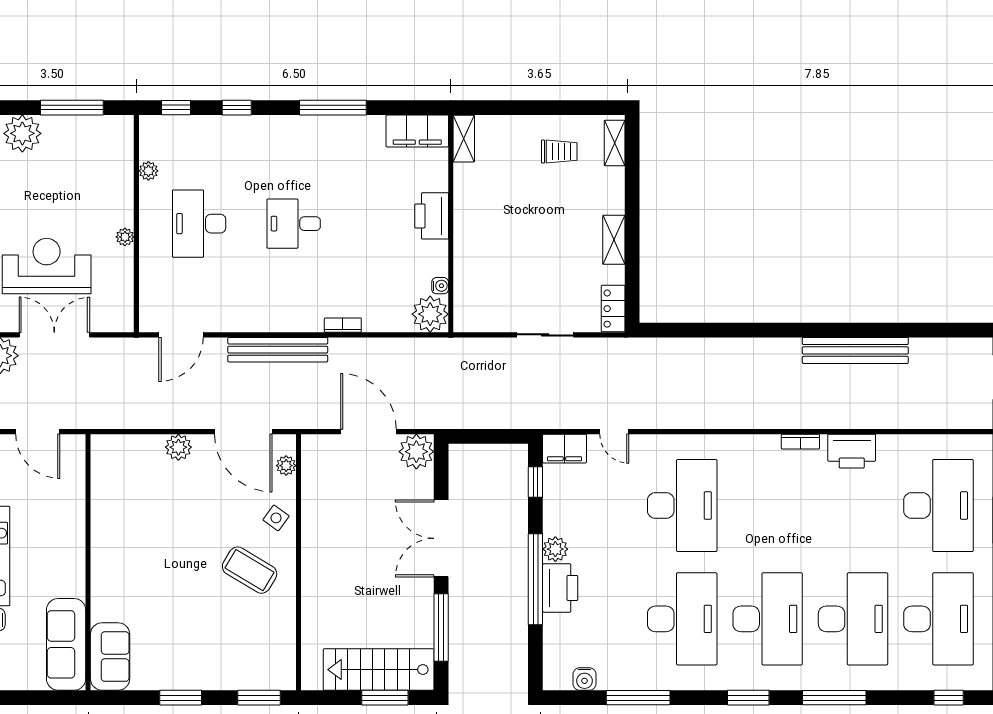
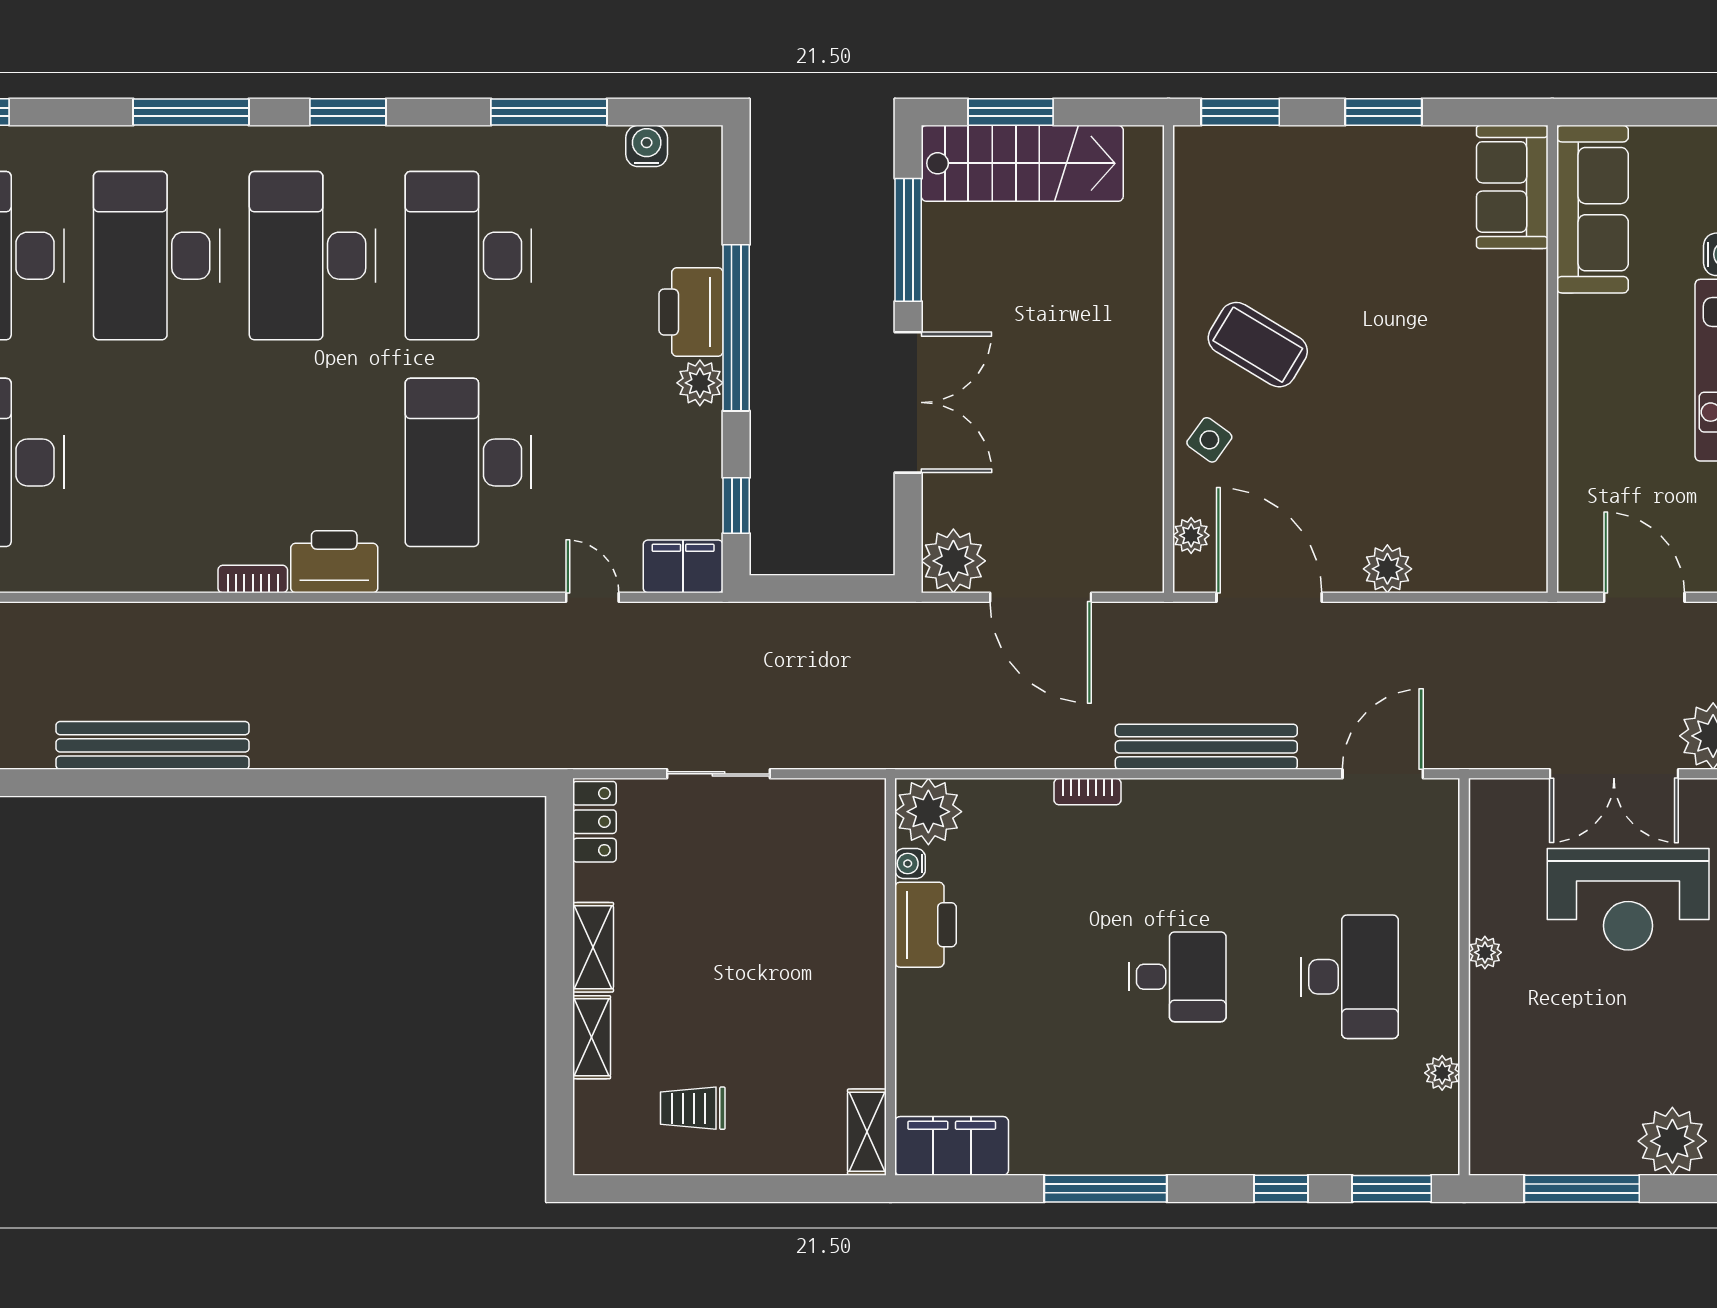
window: (176, 108) -> (1392, 1189), width x1.50
shelving: (615, 143) -> (592, 1037), moved
printer: (432, 216) -> (926, 925), moved
printer: (852, 451) -> (334, 562), moved

